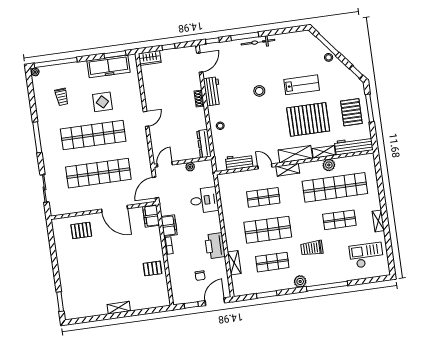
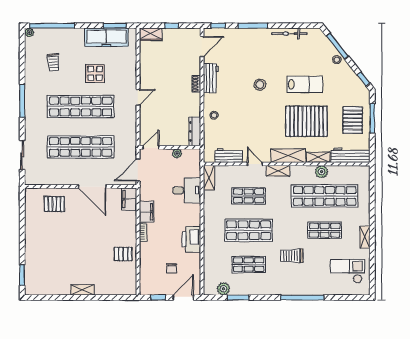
bicycle: (258, 42) -> (289, 34), moved
shelving: (234, 263) -> (209, 178), moved
plant: (300, 281) -> (223, 289), moved

